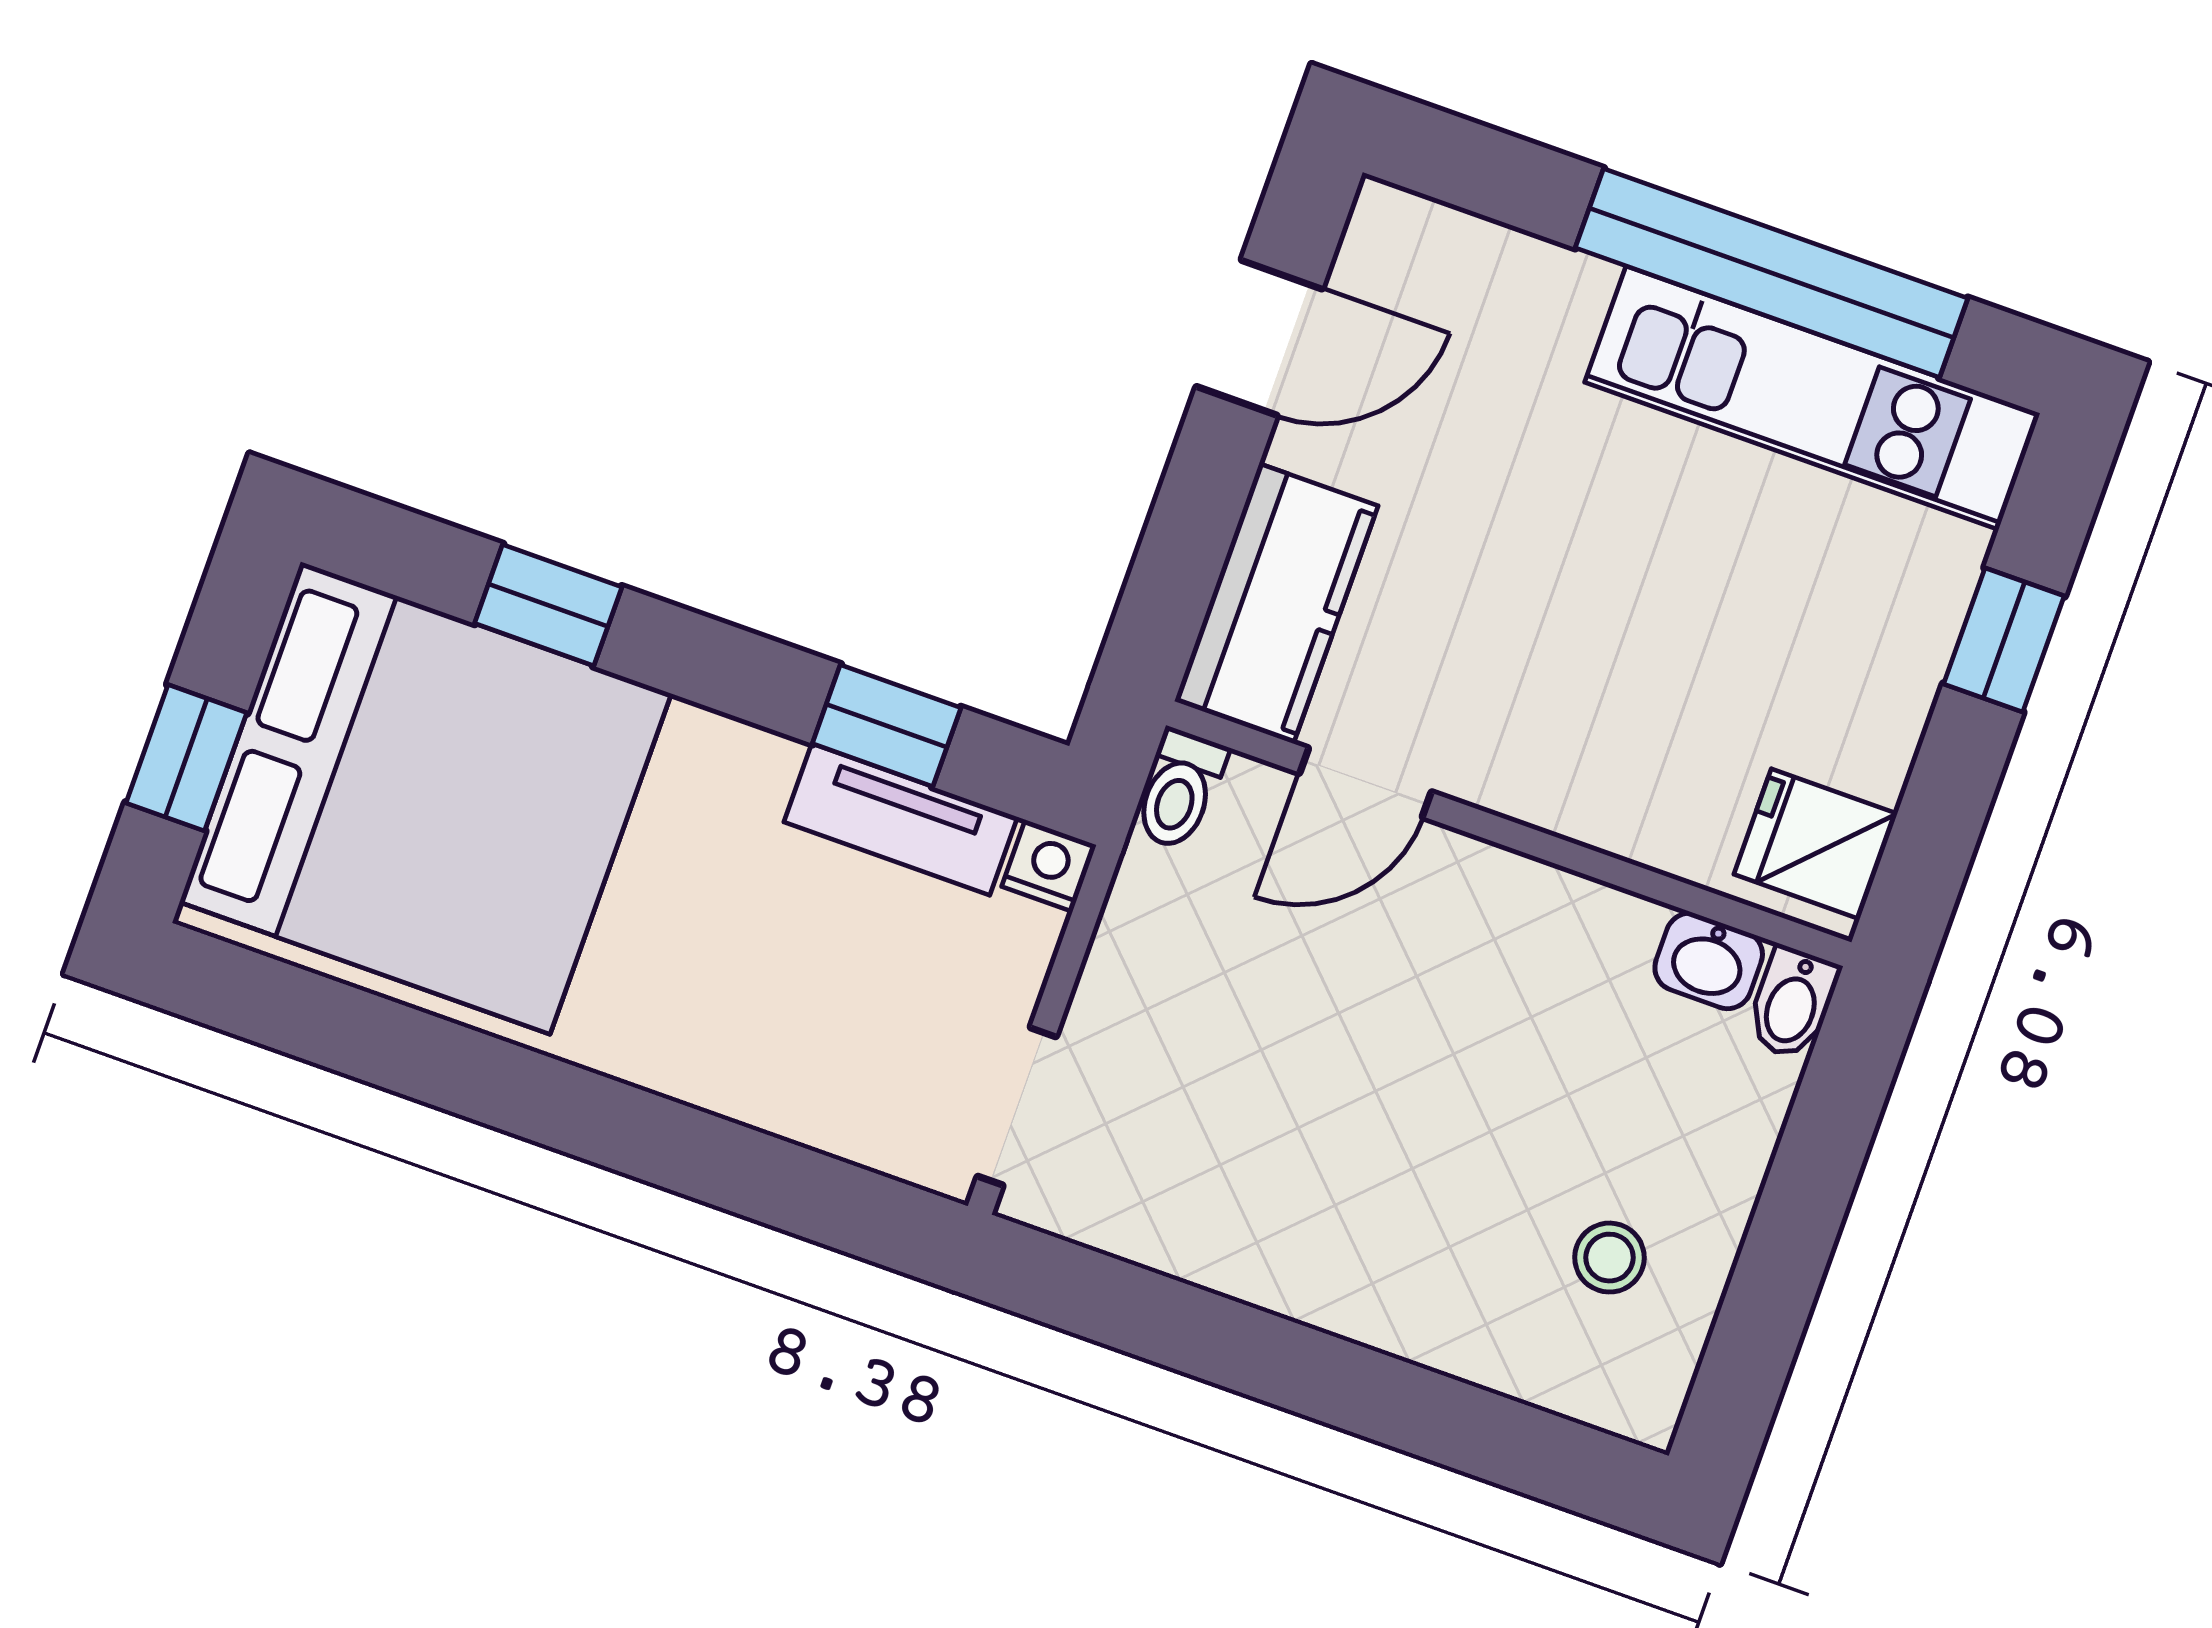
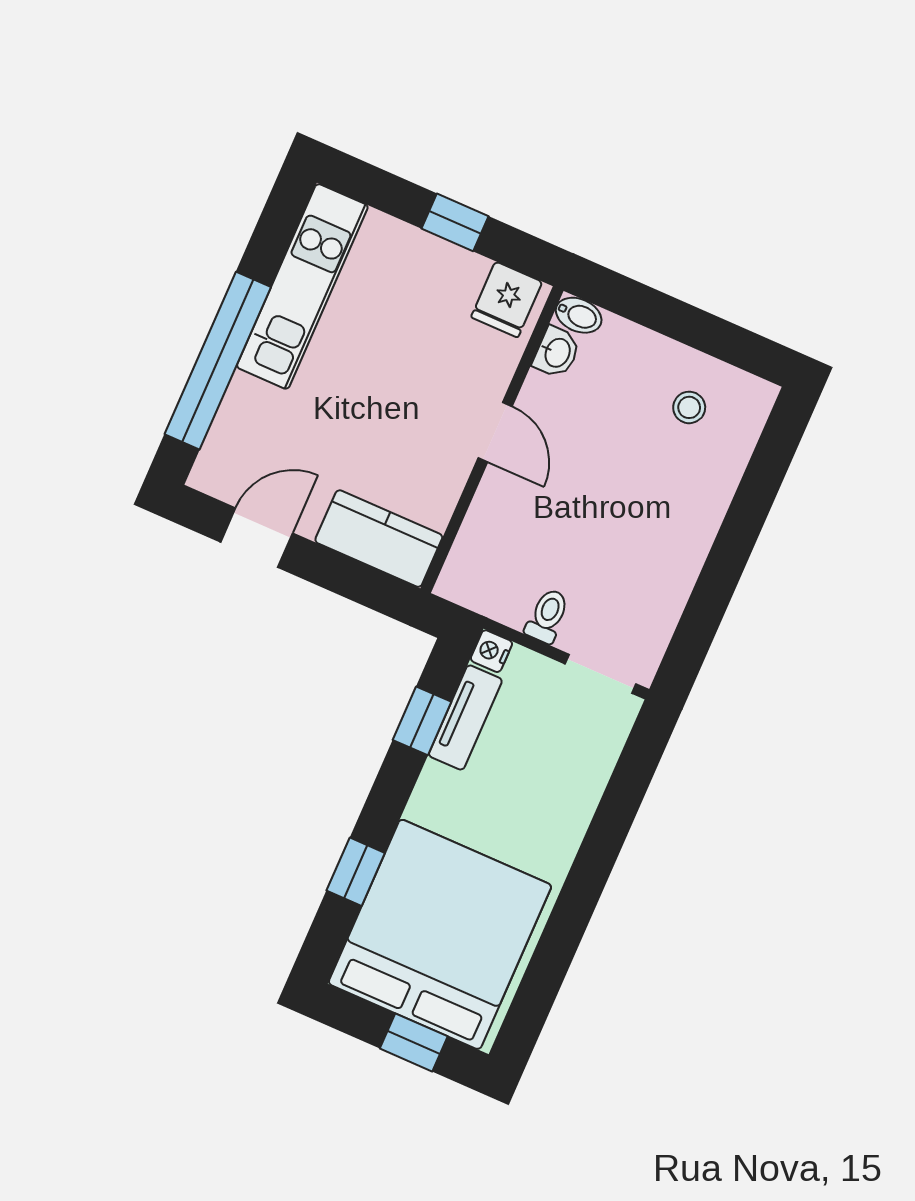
window: (1772, 273) -> (218, 361), moved
door: (1259, 338) -> (257, 538), hinge flipped
window: (2004, 640) -> (455, 222), moved
door: (1365, 783) -> (495, 432), moved
toilet: (1180, 789) -> (547, 616), moved, turned -90

